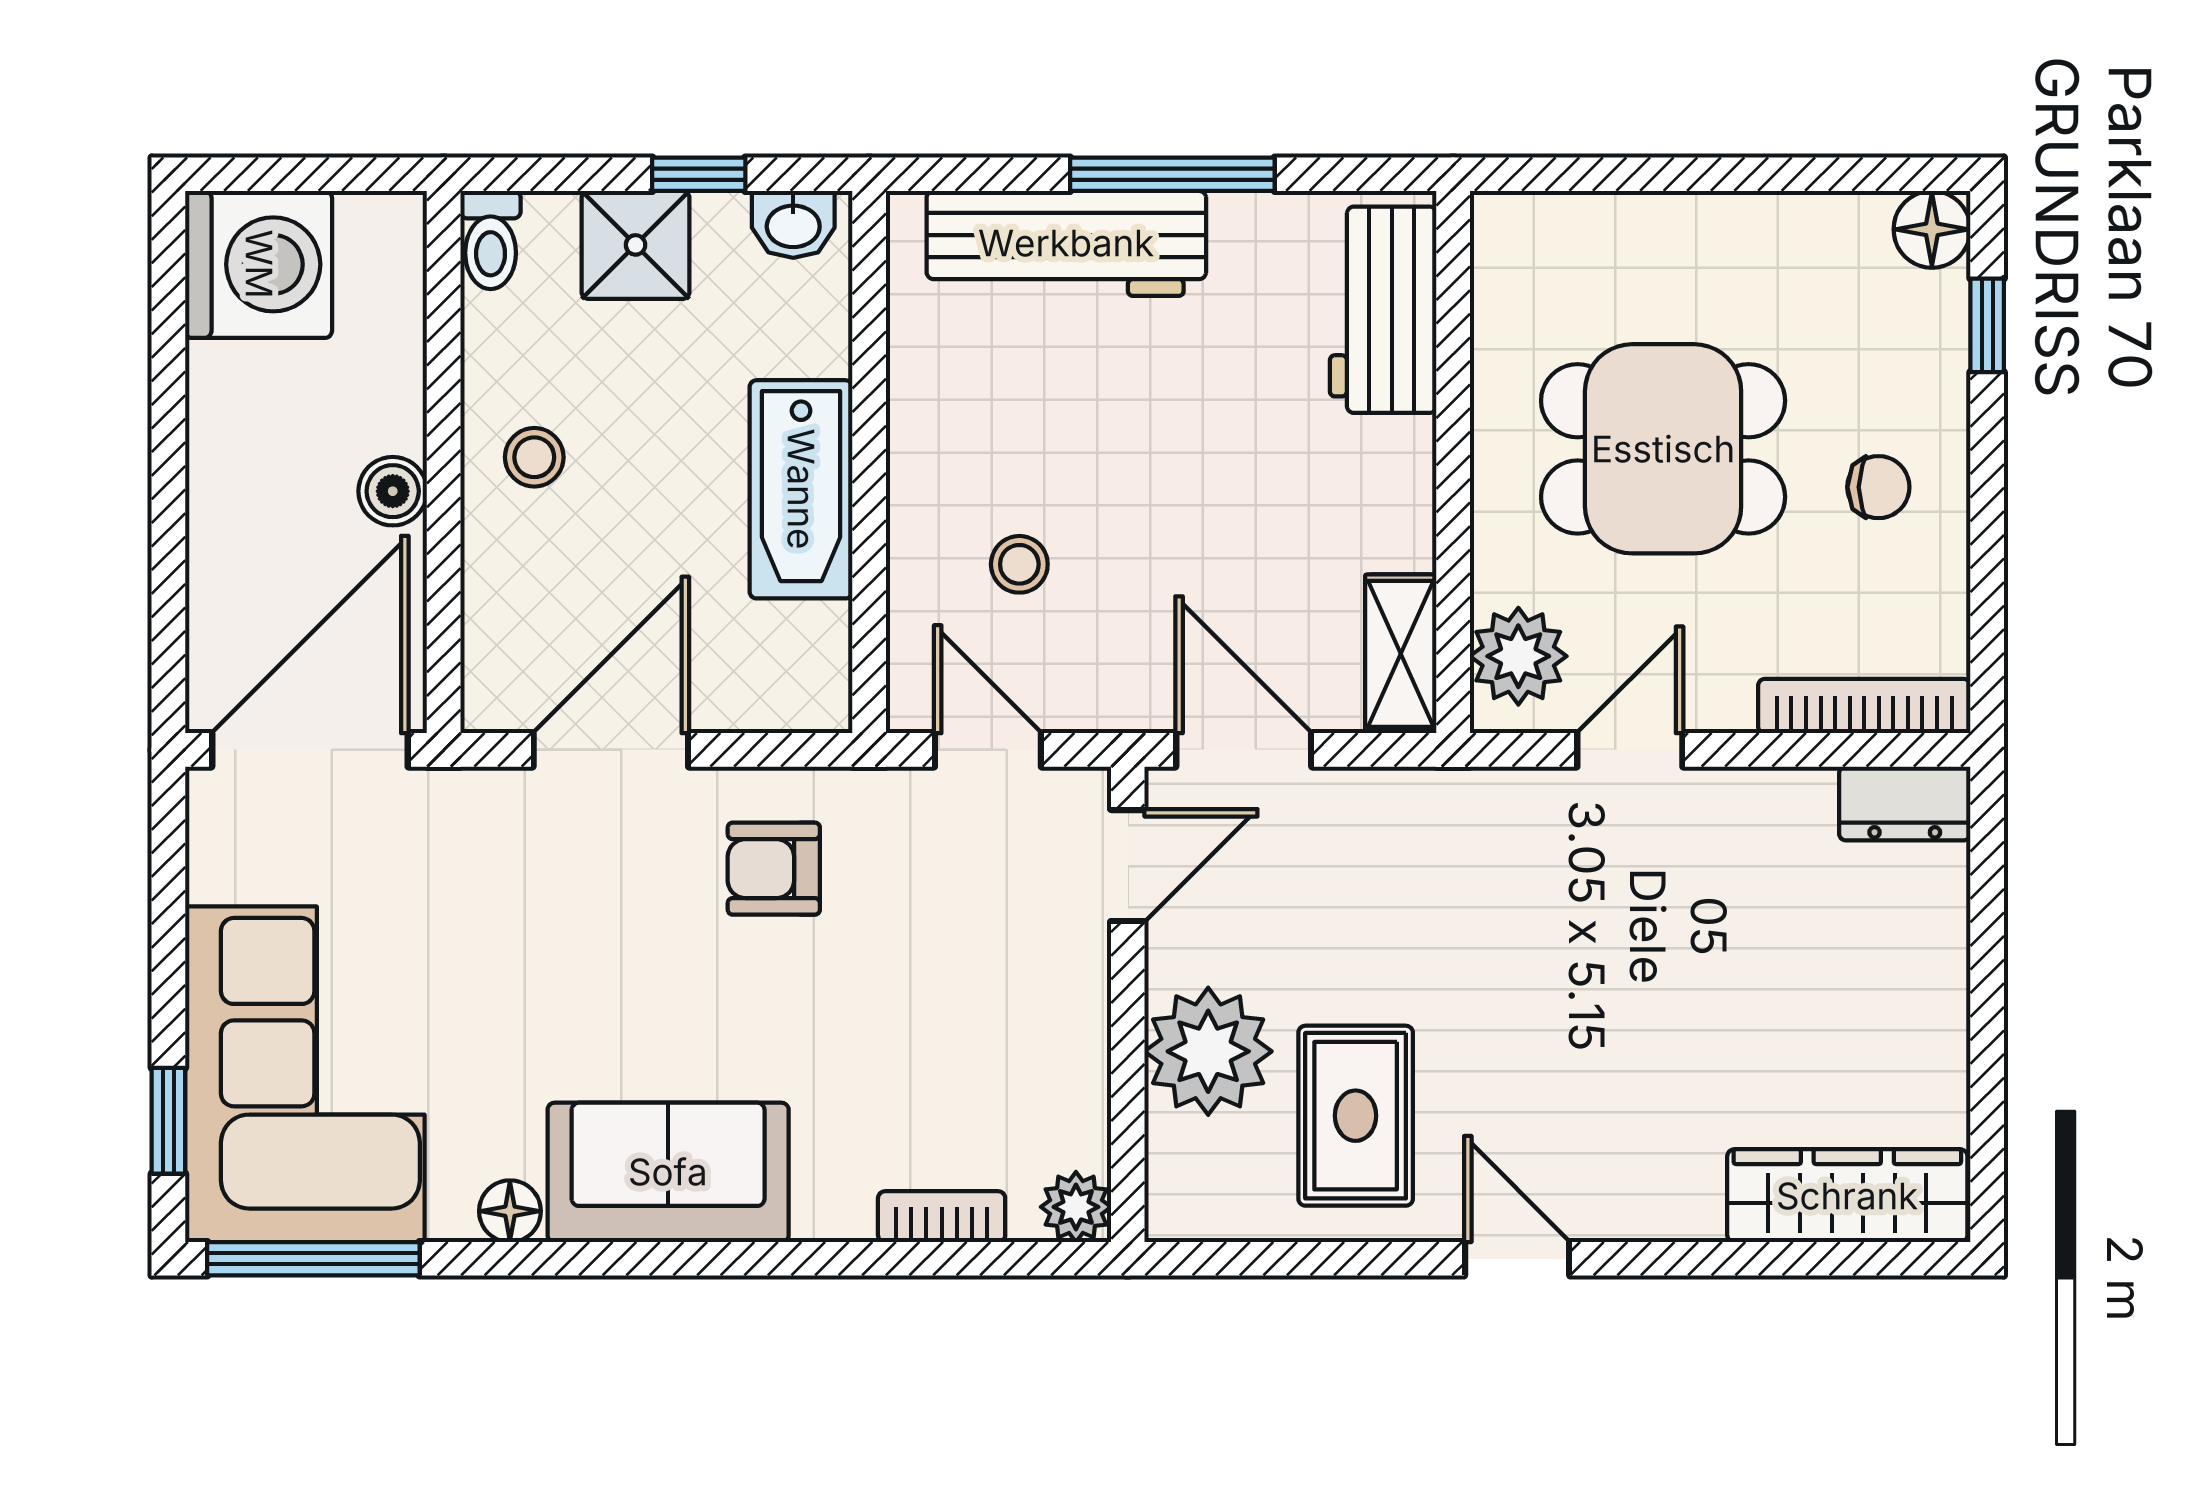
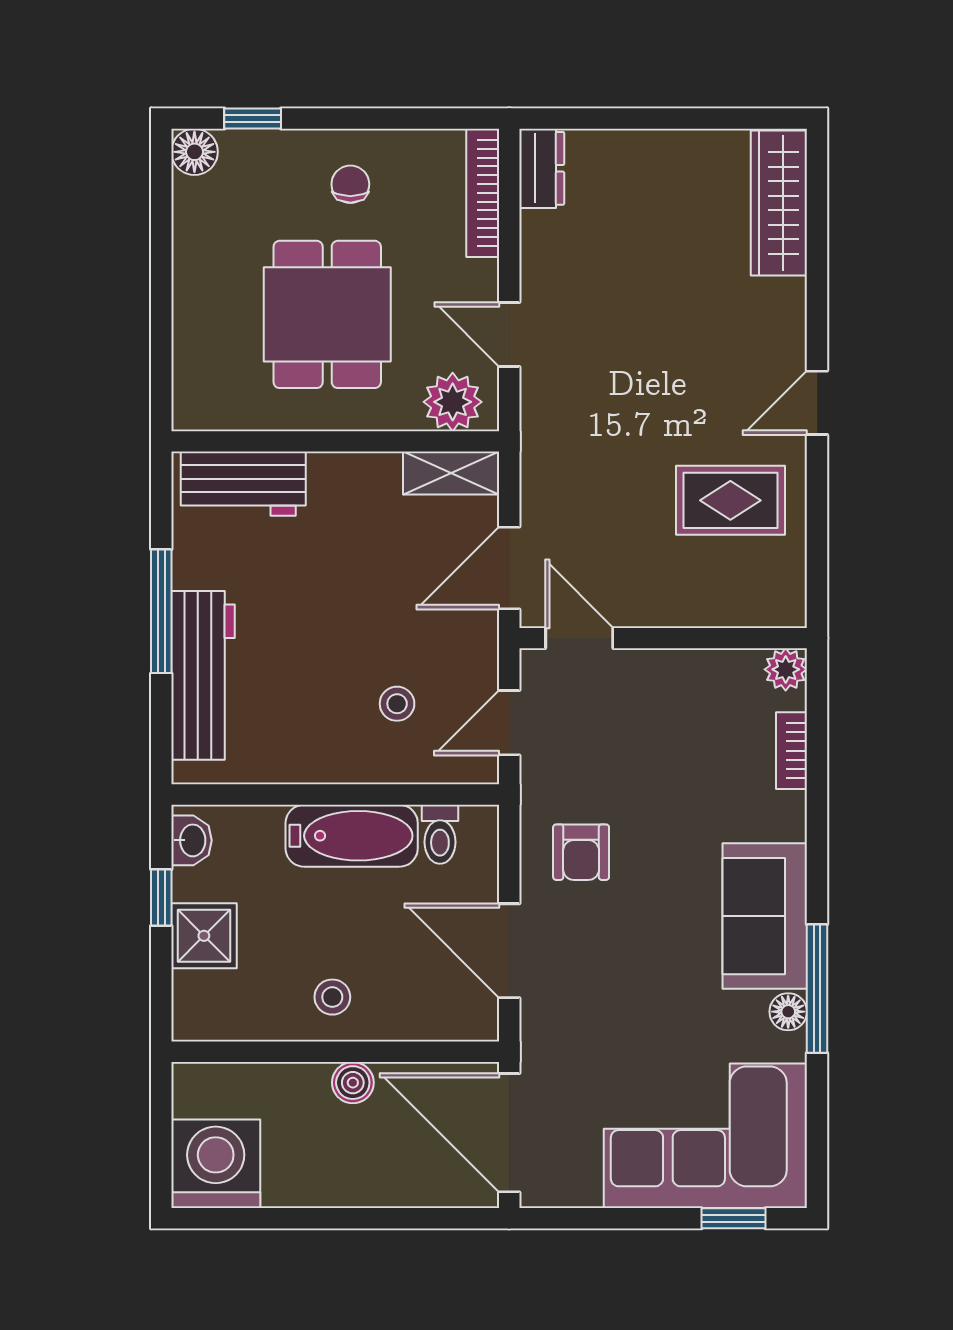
toilet: (491, 240) -> (440, 834), moved, turned 90
plant: (1208, 1051) -> (692, 590), removed
window: (313, 1259) -> (817, 989), moved

